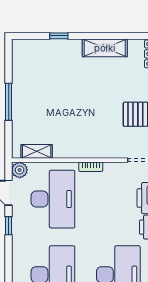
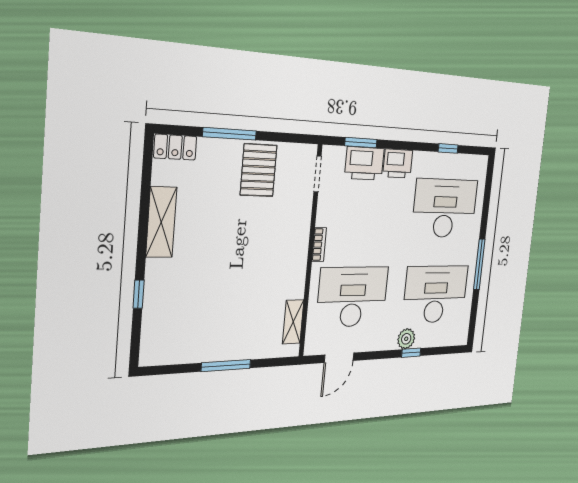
plant: (20, 170) -> (406, 339), moved
window: (9, 226) -> (411, 353), moved

